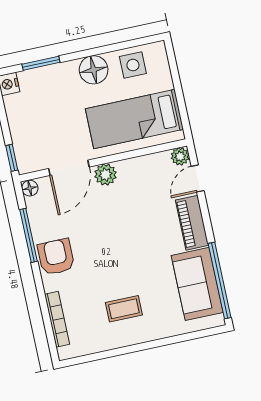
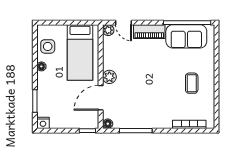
floor lamp: (94, 70) -> (41, 66), width x0.53, depth x0.53
door: (69, 168) -> (101, 98), swing flipped
armchair: (56, 257) -> (152, 117), removed

